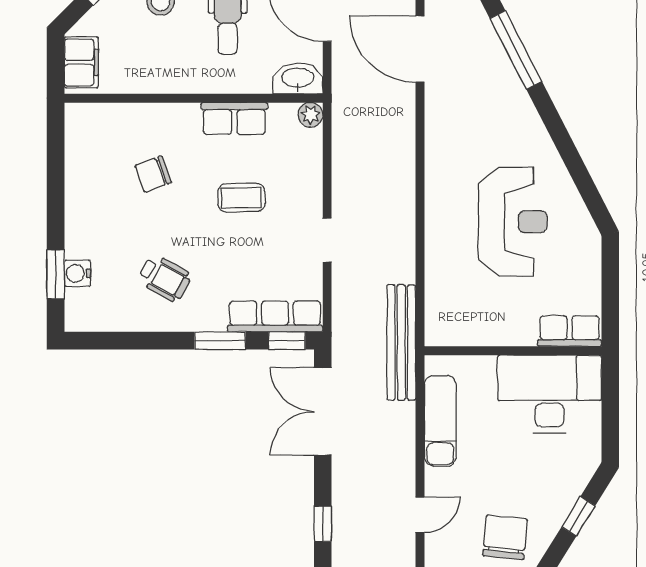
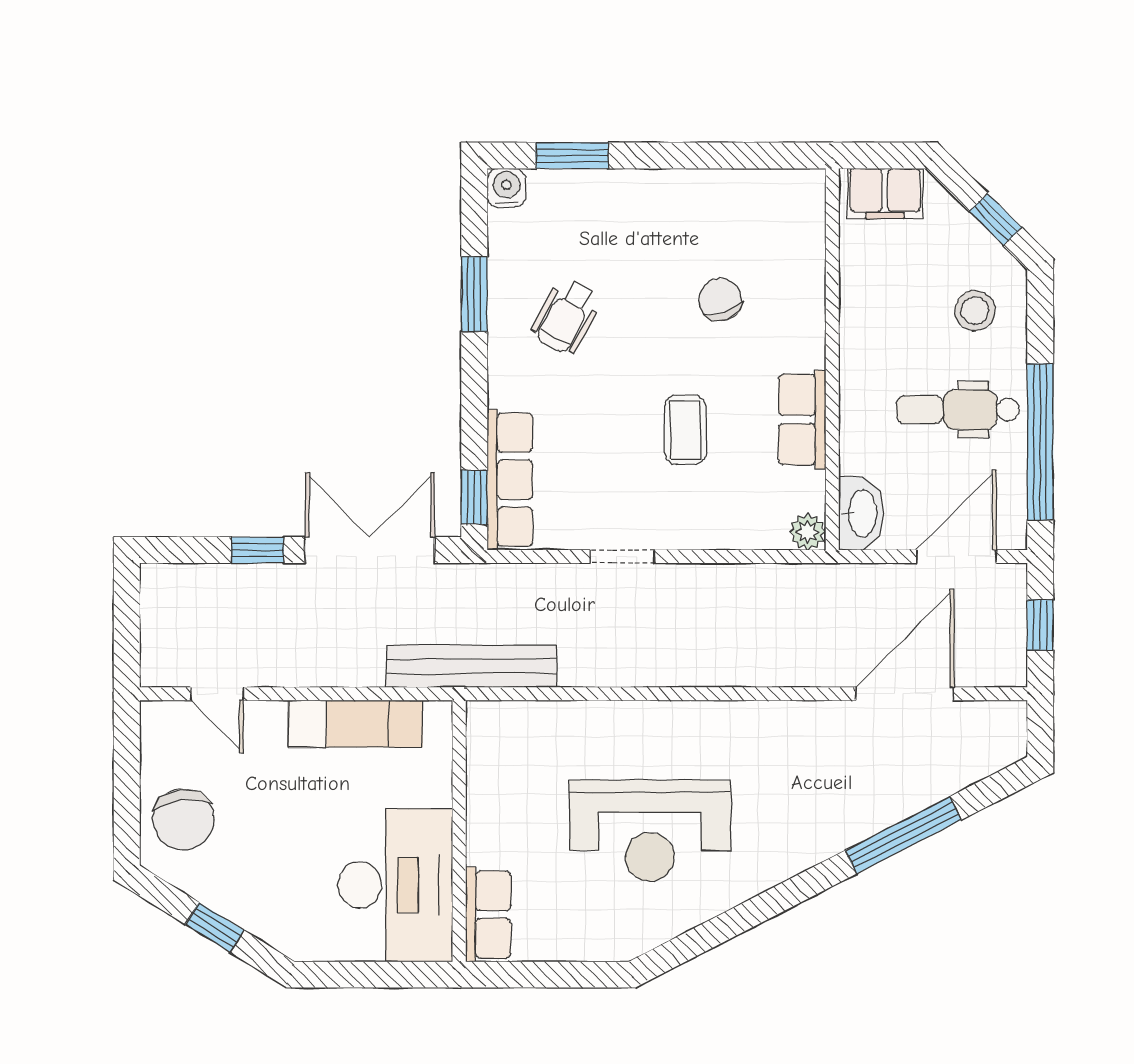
water cooler: (77, 273) -> (506, 188), moved
window: (220, 341) -> (474, 294), moved
window: (323, 524) -> (258, 550), moved
chair: (505, 538) -> (183, 819), turned 77

